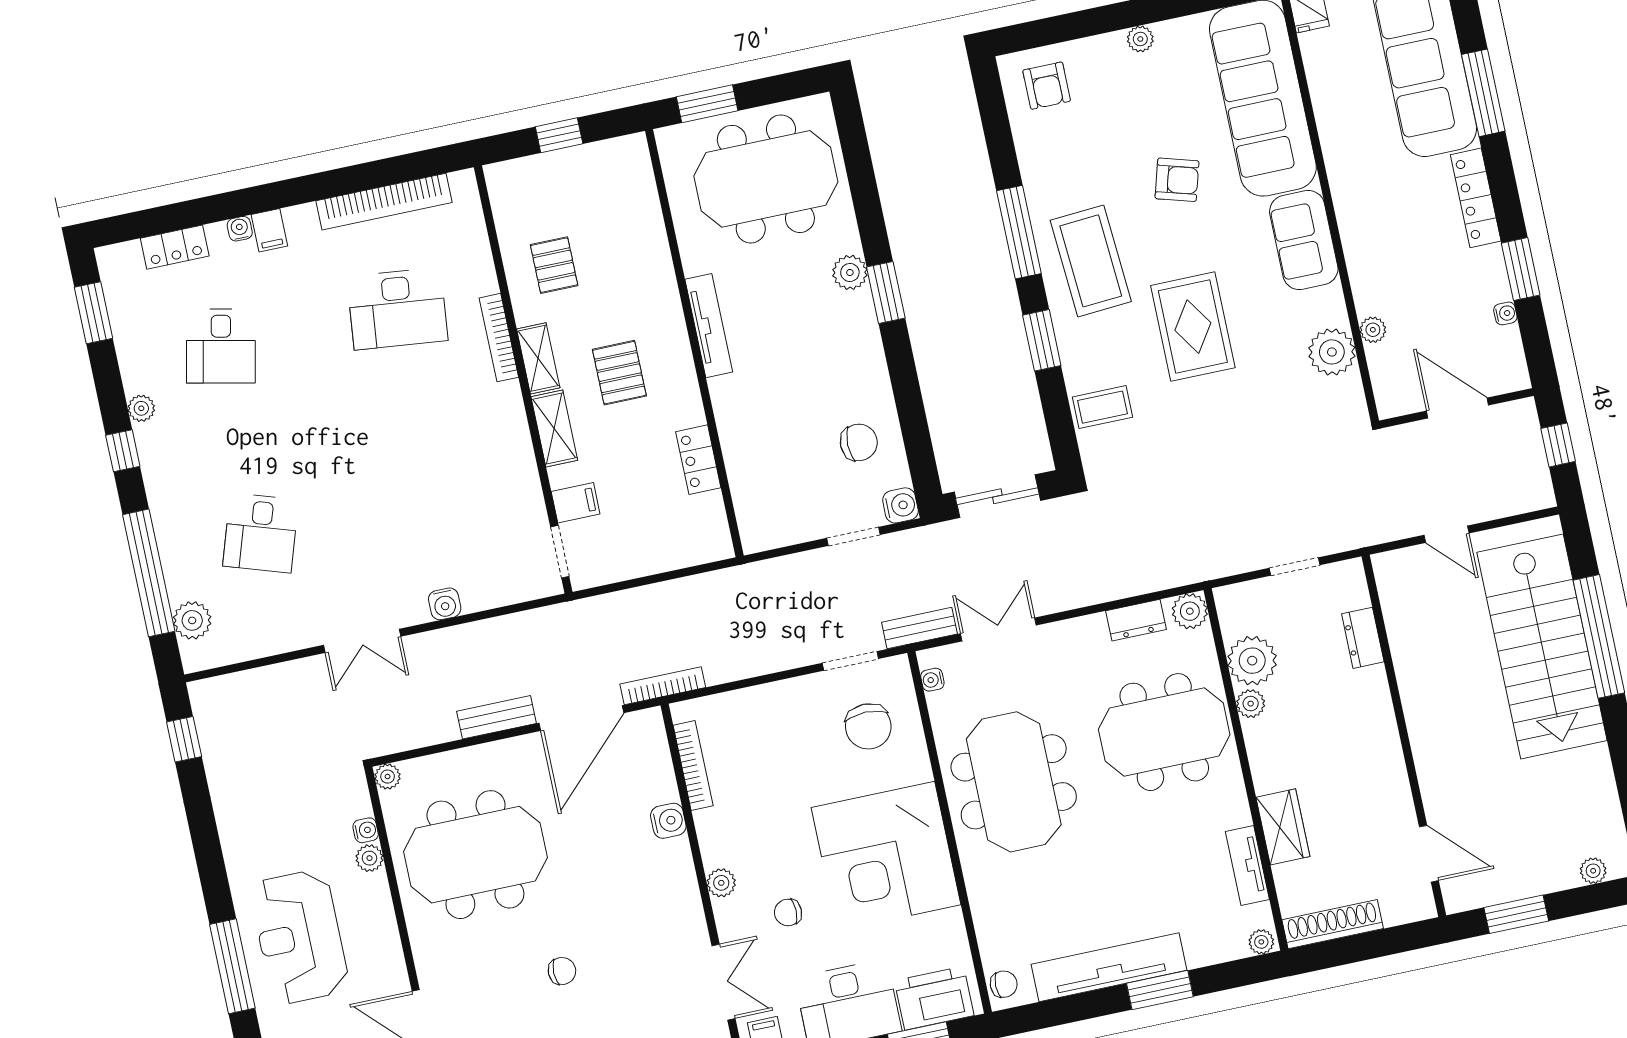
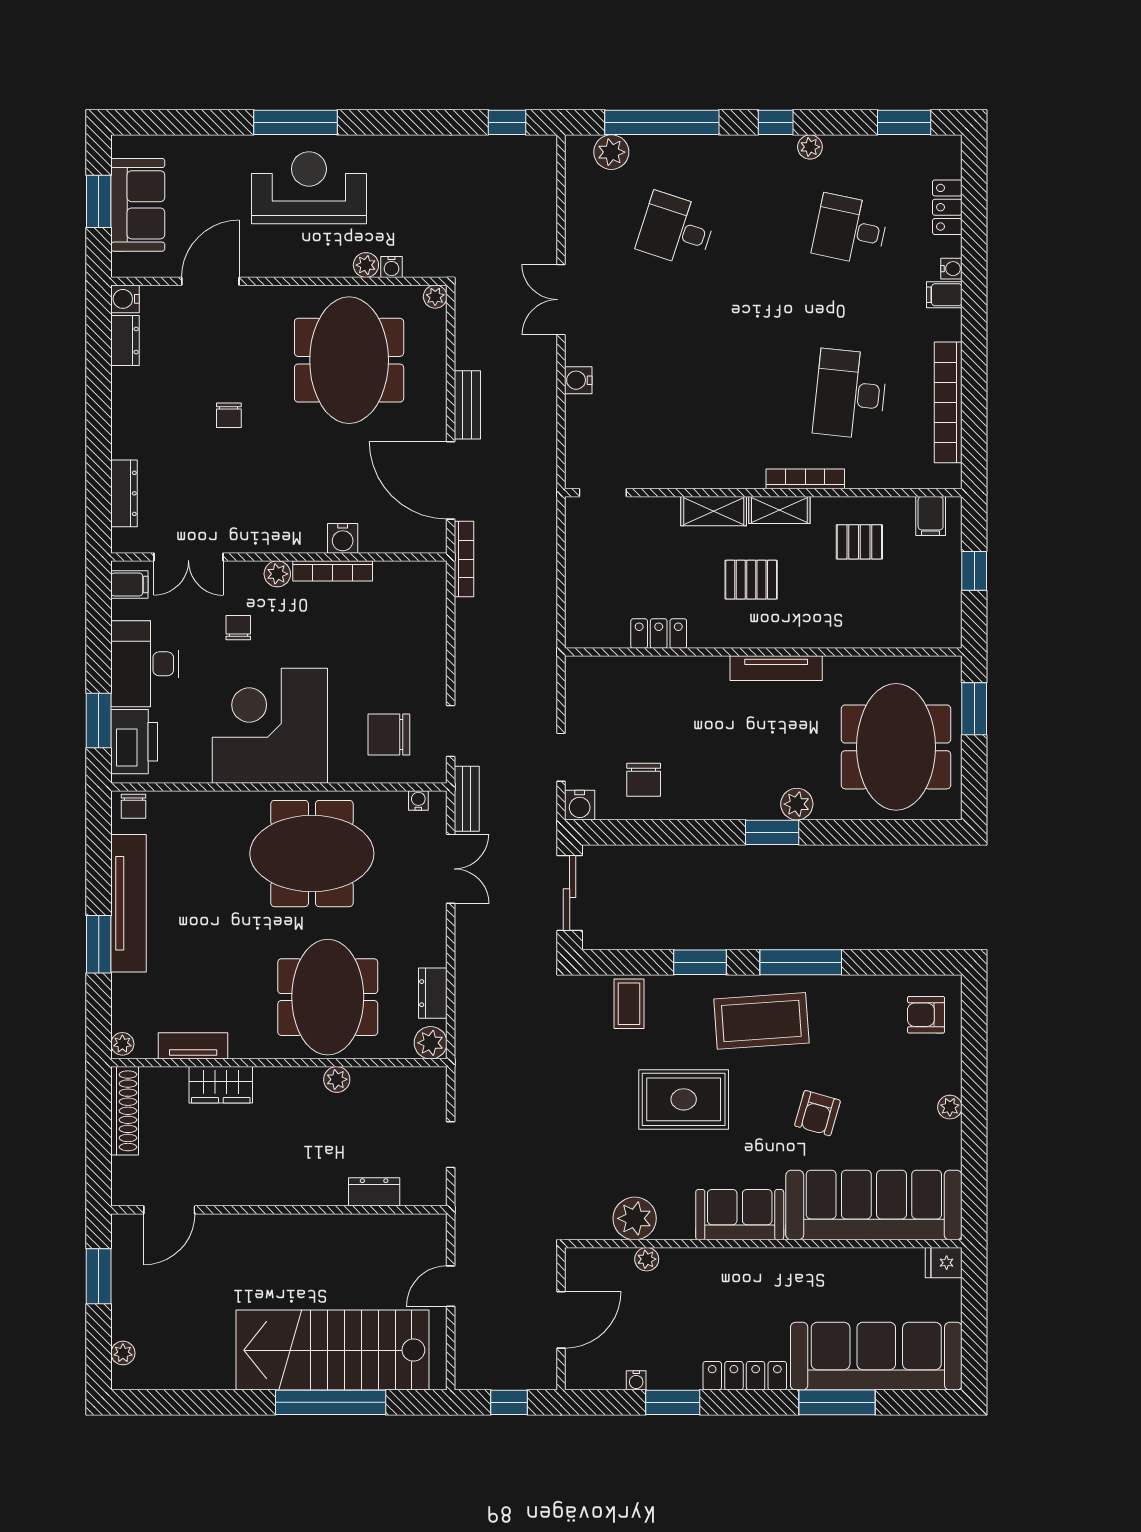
filing cabinet: (576, 503) -> (931, 516), moved
plant: (1252, 661) -> (375, 1089), removed
bookcase: (693, 766) -> (333, 571), moved

